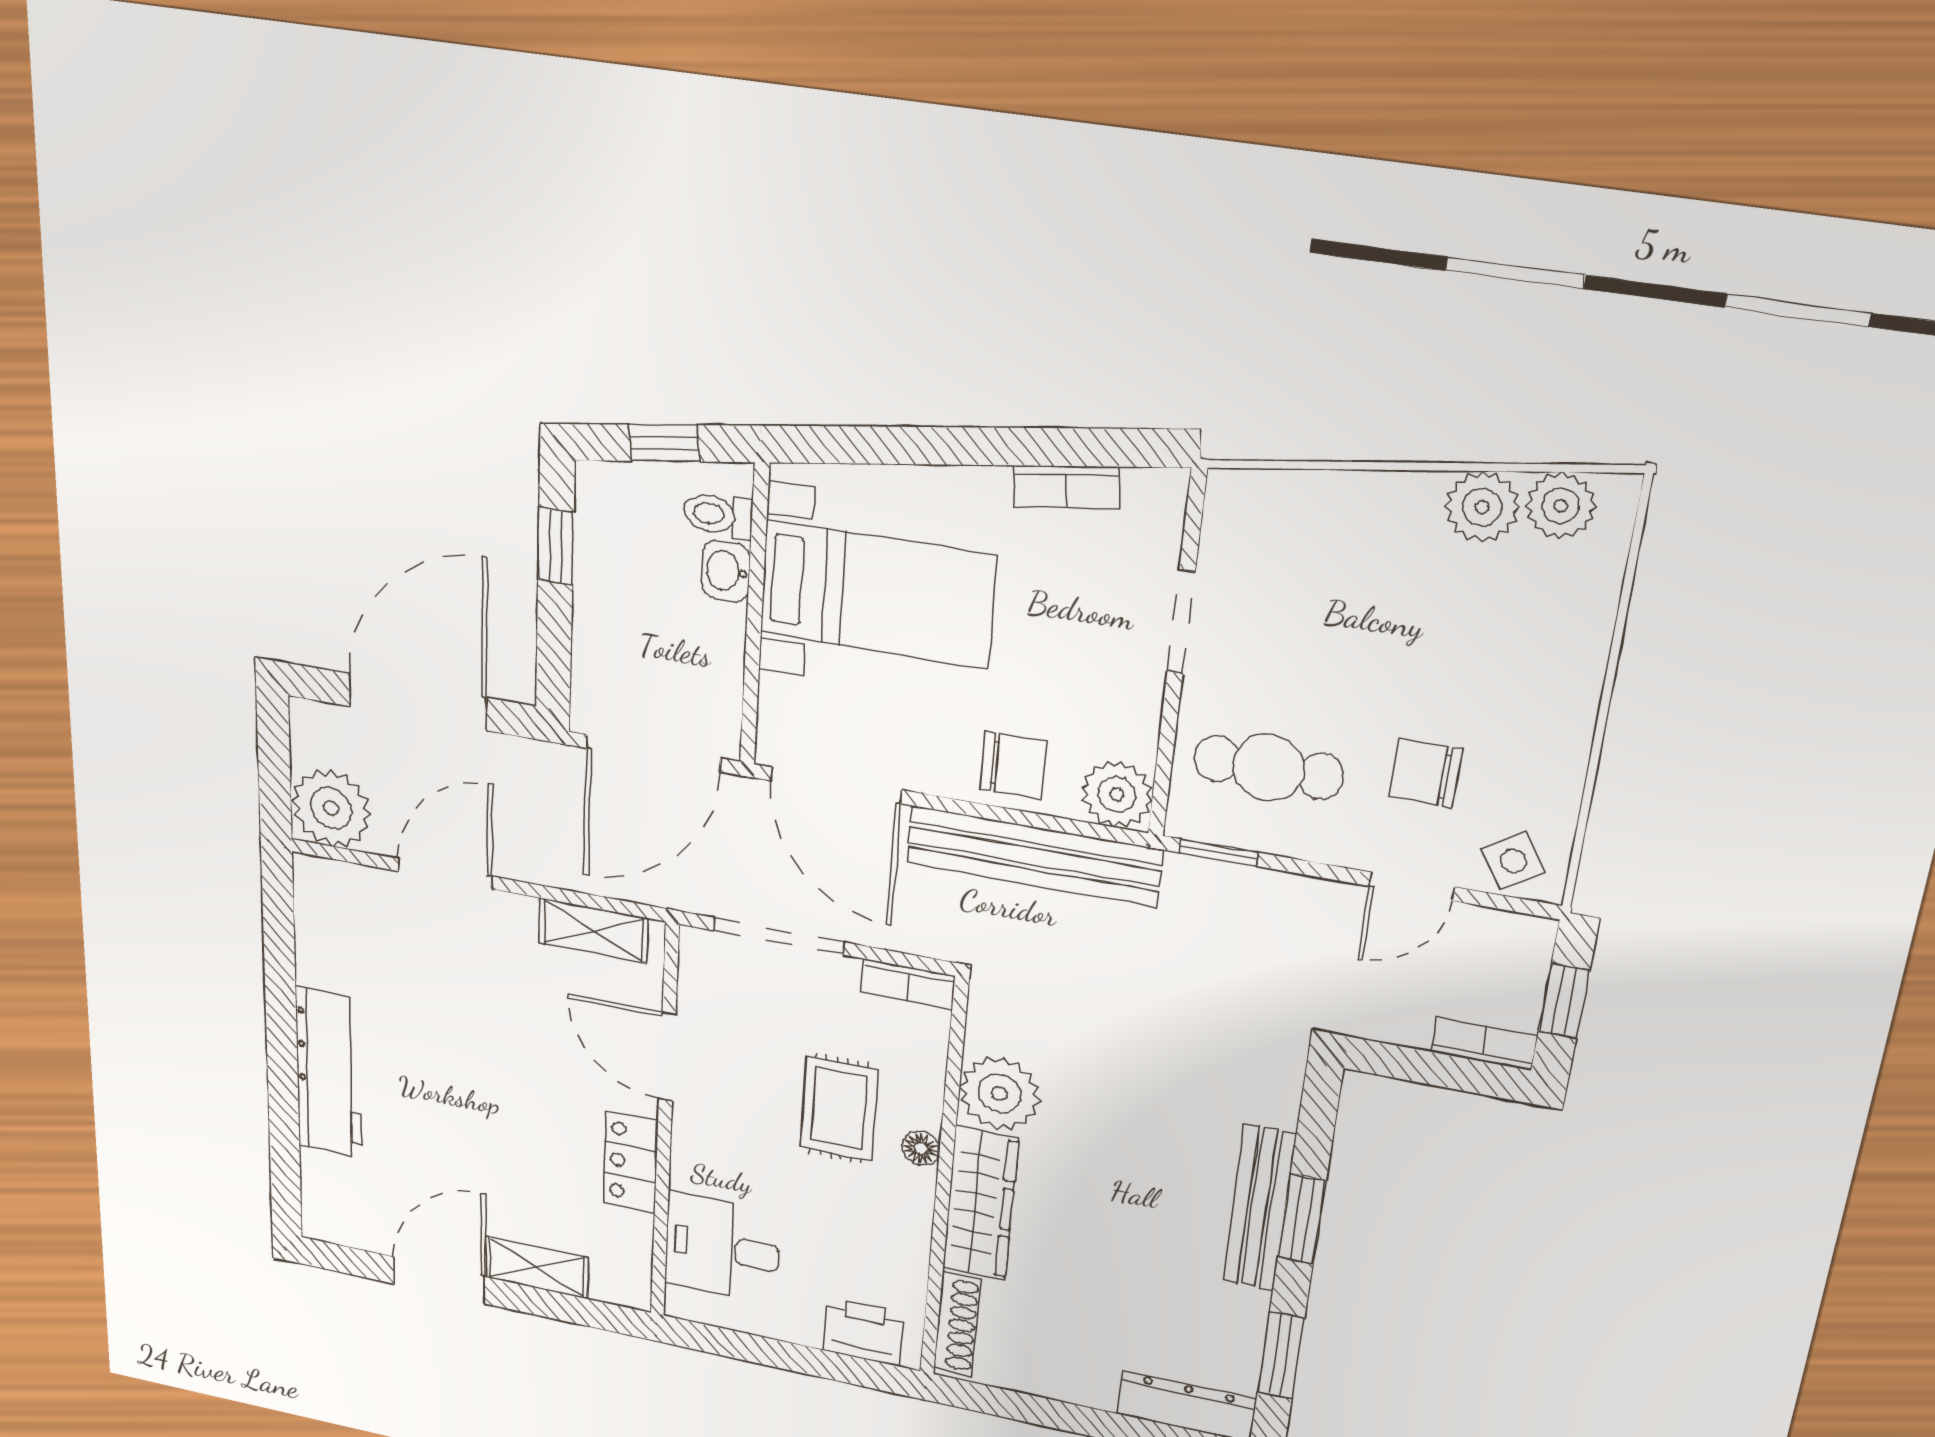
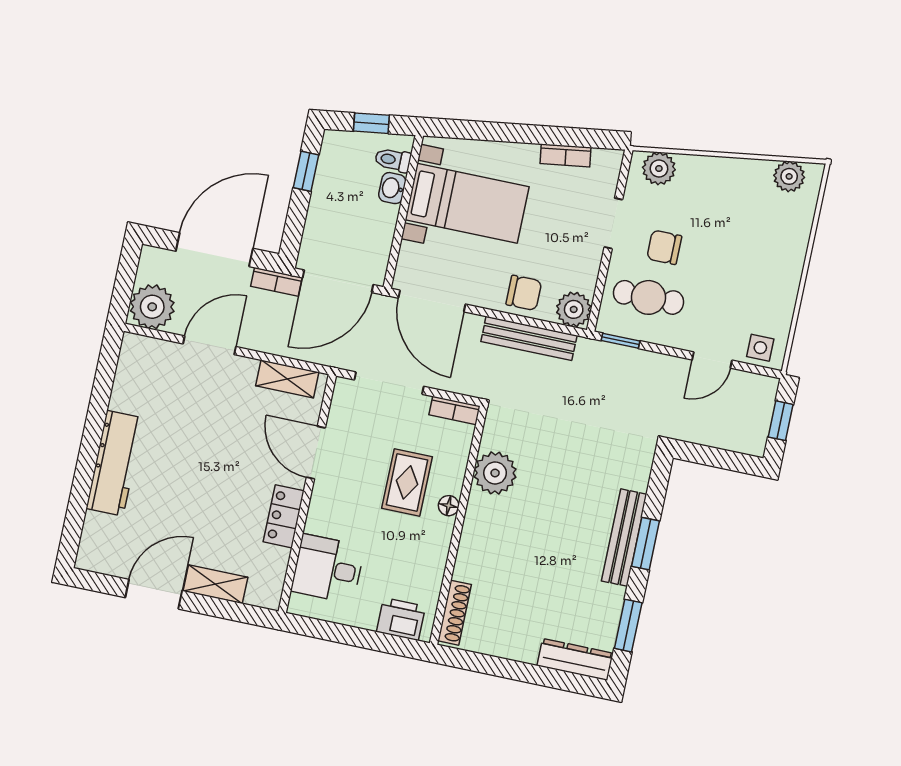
plant: (1482, 507) -> (659, 169), moved
chair: (1426, 773) -> (664, 247), moved
bench: (1033, 856) -> (529, 338), width x0.73, depth x0.82
side table: (1513, 861) -> (760, 348), turned 33
bookcase: (1484, 1044) -> (276, 282), moved, turned 180
wardrobe: (980, 1204) -> (477, 538), removed

